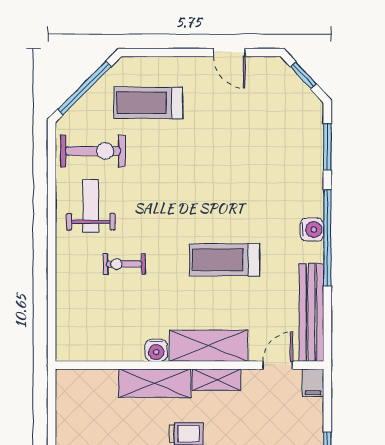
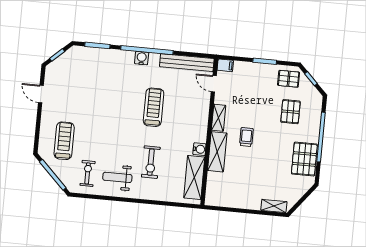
door: (229, 52) -> (41, 94), swing flipped
treadmill: (148, 103) -> (64, 141), turned 180
exercise bike: (93, 151) -> (88, 173), width x0.73, depth x0.72
treadmill: (225, 260) -> (154, 107), turned 180
exercise bike: (124, 264) -> (151, 162), width x1.38, depth x1.39
shelving: (208, 346) -> (194, 177), moved

